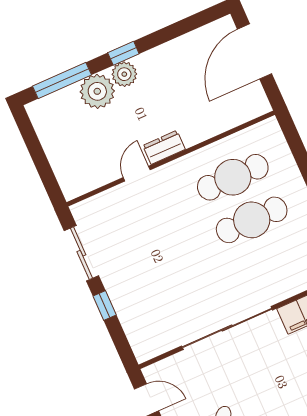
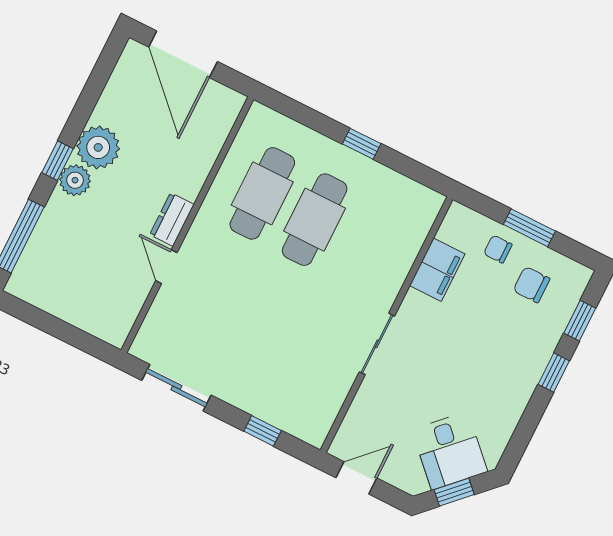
plant: (97, 91) -> (98, 147), moved
window: (105, 306) -> (263, 431), moved
sliding door: (227, 328) -> (377, 344), width x0.54

